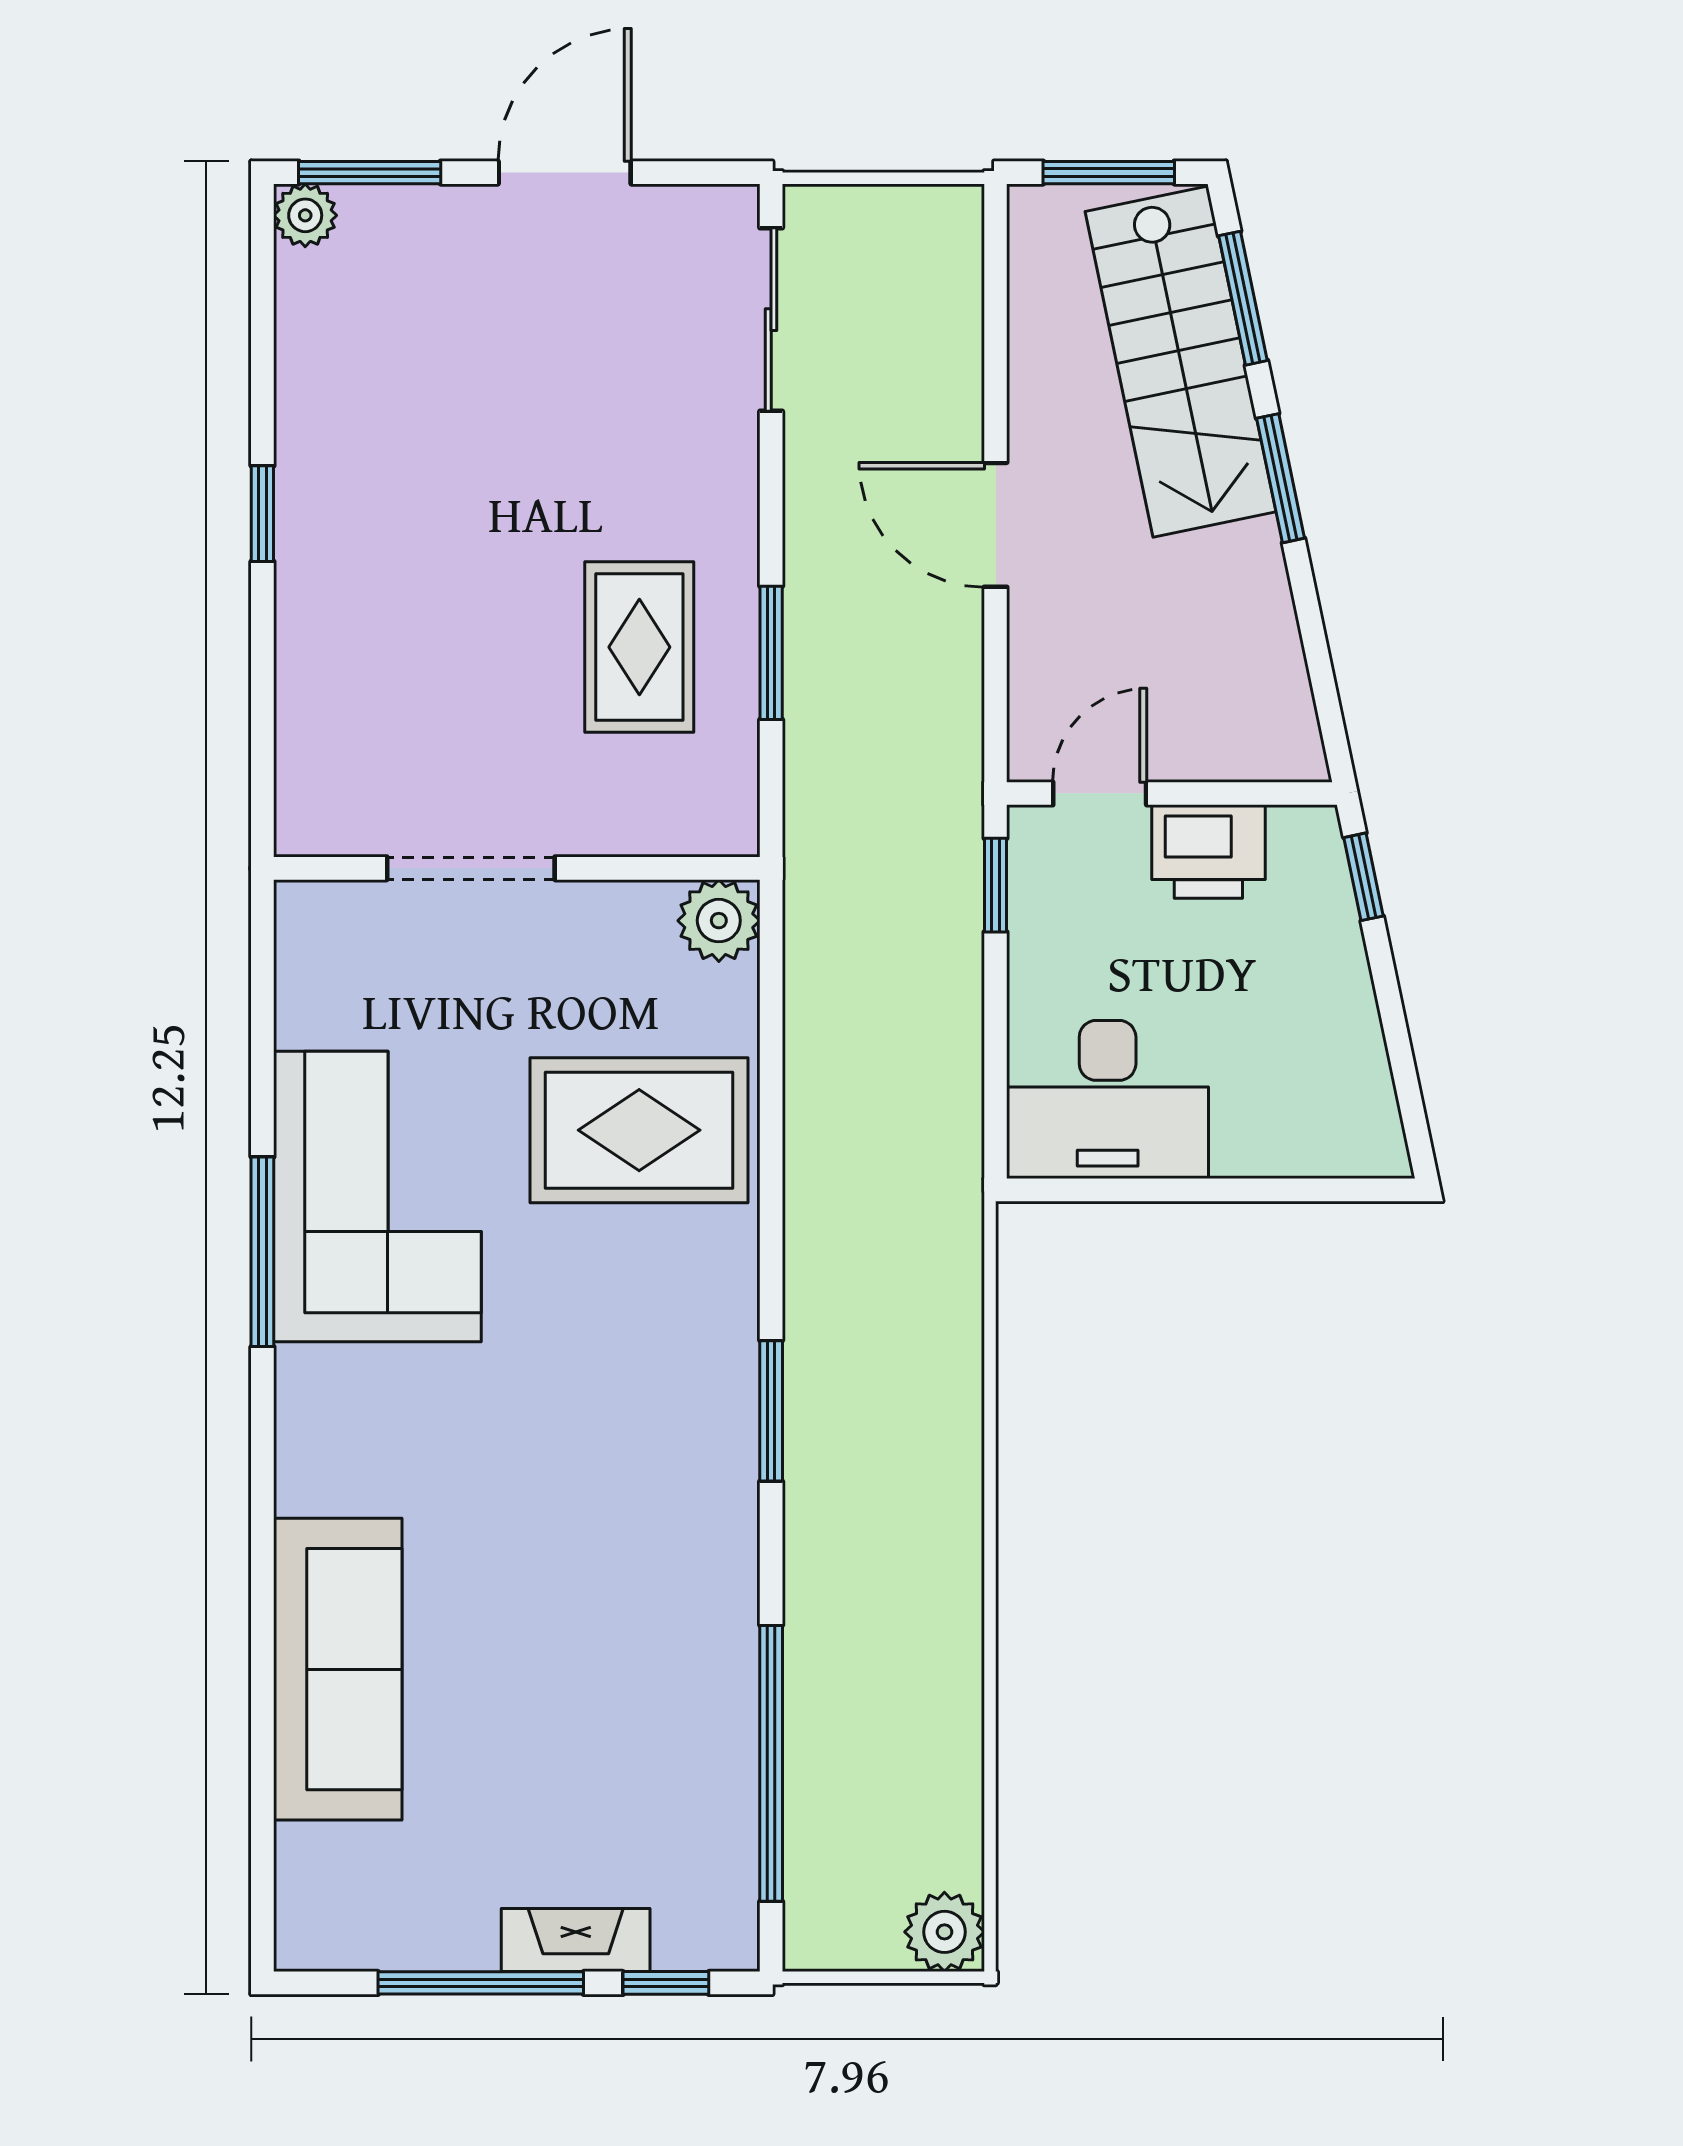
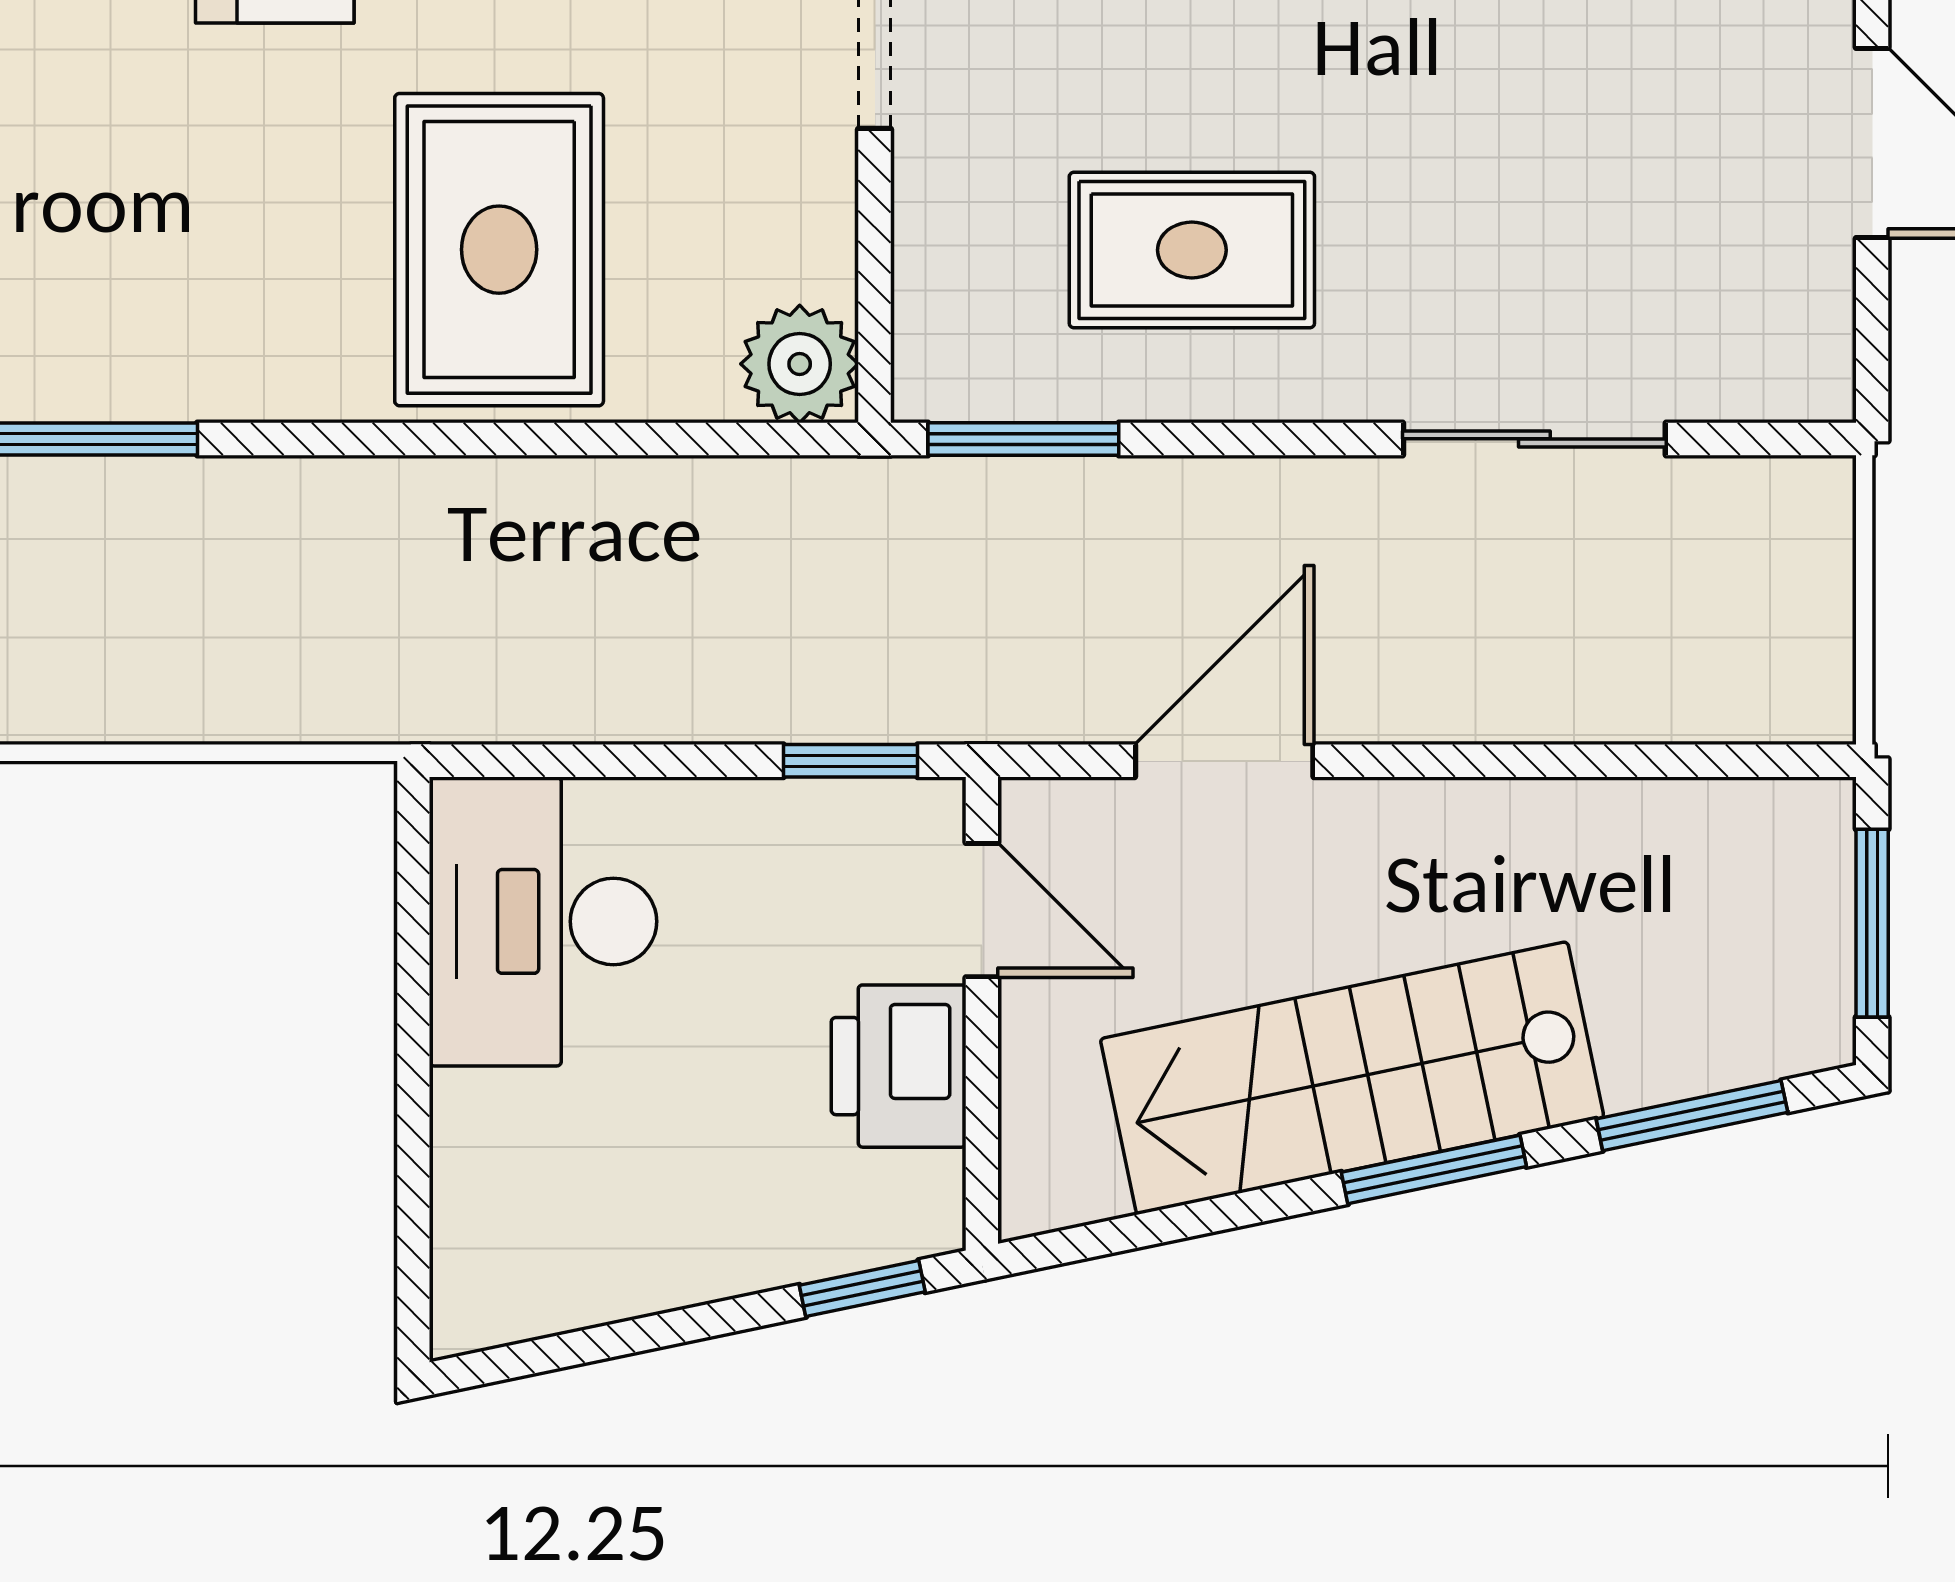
sliding door: (771, 320) -> (1534, 439), moved
stairs: (1181, 362) -> (1352, 1078), moved
door: (996, 525) -> (1224, 761), moved
window: (771, 653) -> (1023, 439), moved

